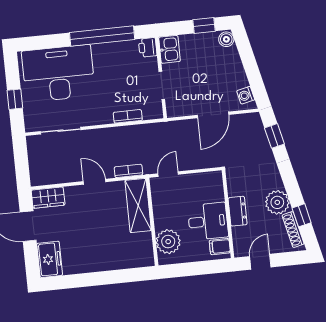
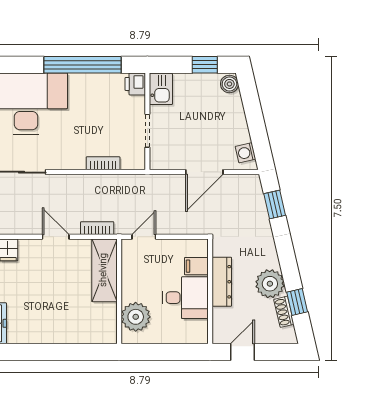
dresser: (238, 211) -> (222, 282), width x1.44
shoe rack: (293, 230) -> (284, 312), width x0.70
filing cabinet: (220, 247) -> (196, 266), moved

